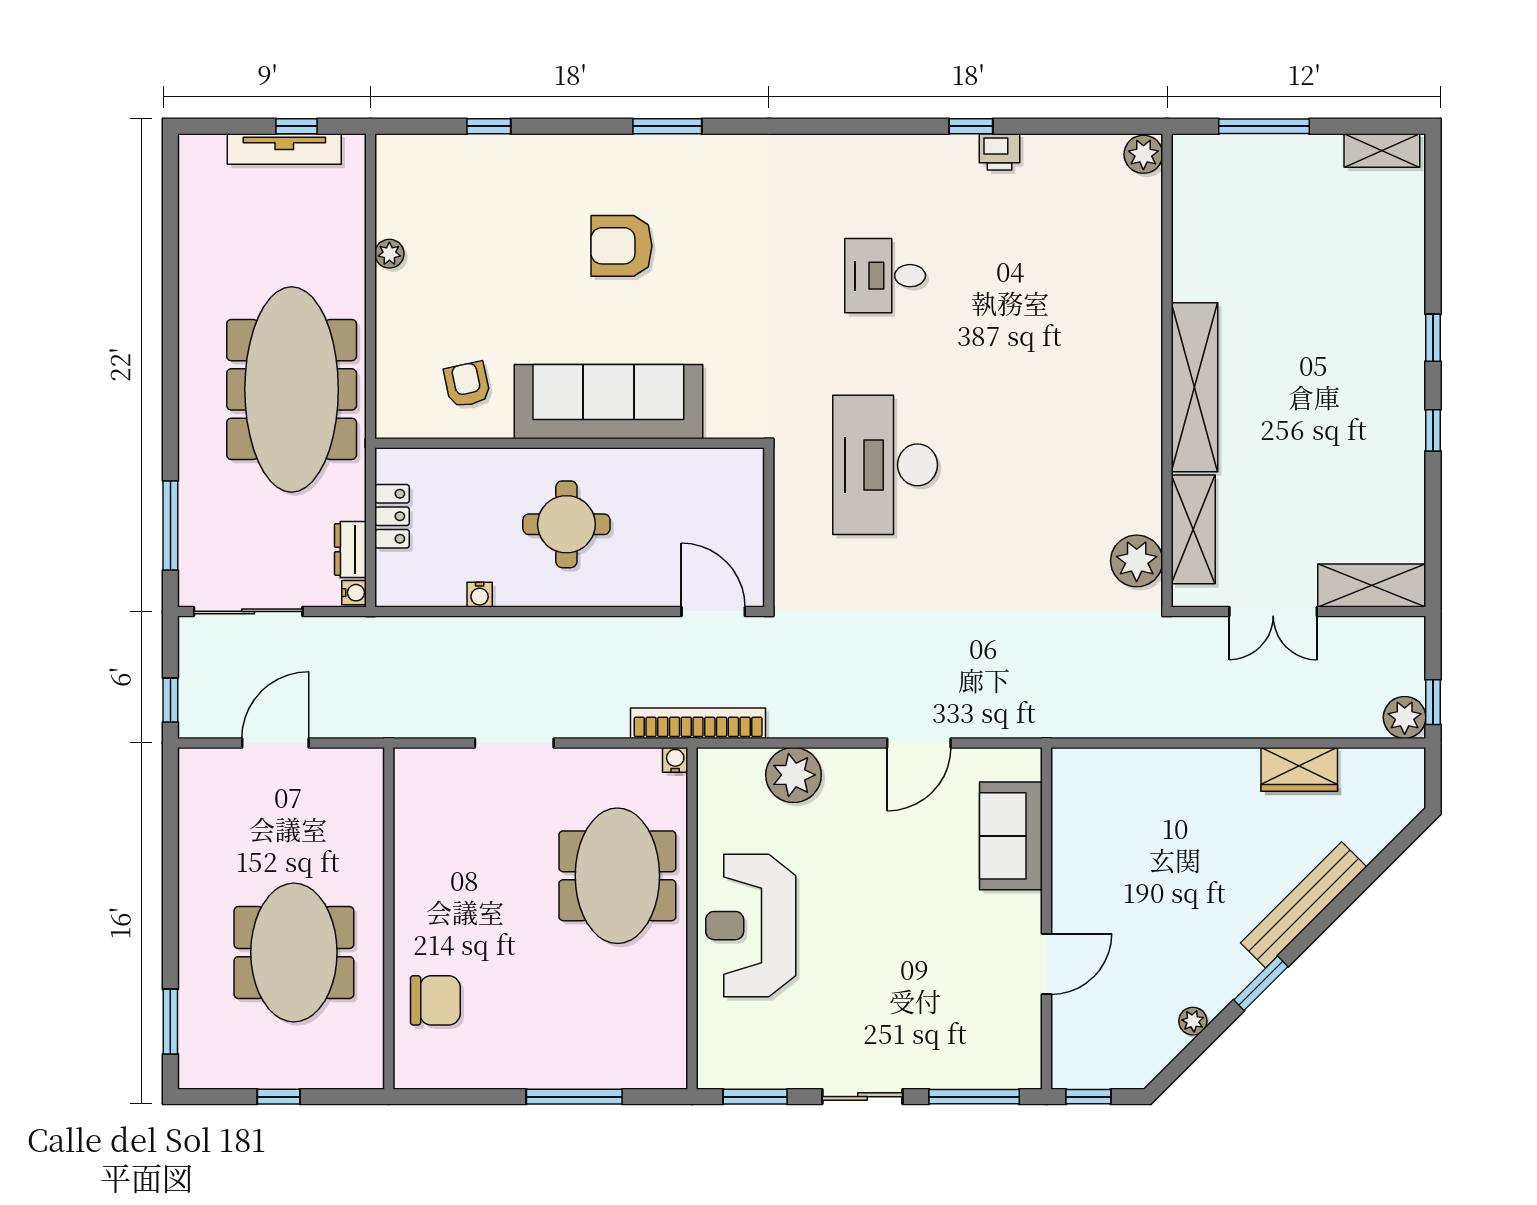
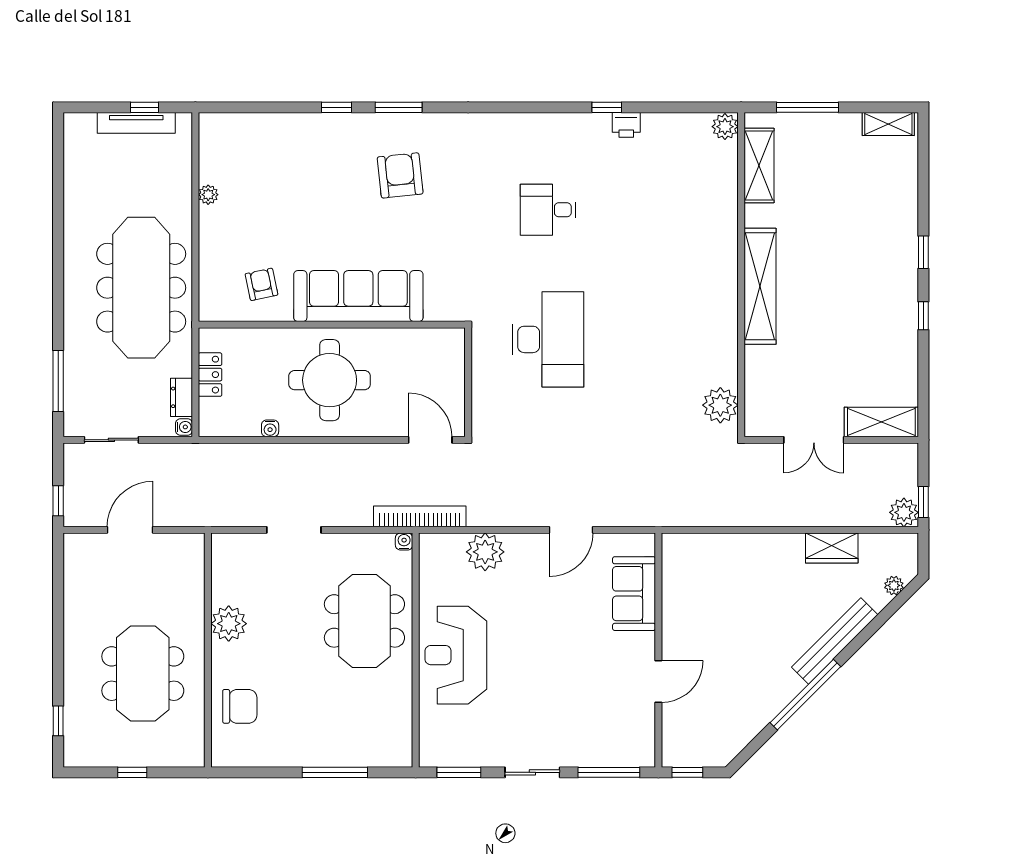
window: (489, 126) -> (336, 107), moved
armchair: (621, 246) -> (400, 175), moved, turned 84
desk: (885, 465) -> (548, 339), turned 180
round table: (566, 524) -> (330, 380), width x1.36, depth x1.36
shelving: (1193, 529) -> (759, 165), moved
sliding door: (248, 611) -> (111, 440), width x0.73
plant: (419, 879) -> (229, 624), added
window: (1261, 983) -> (805, 695), width x2.11
plant: (1193, 1021) -> (894, 585), moved
window: (170, 1022) -> (58, 721), width x0.67

